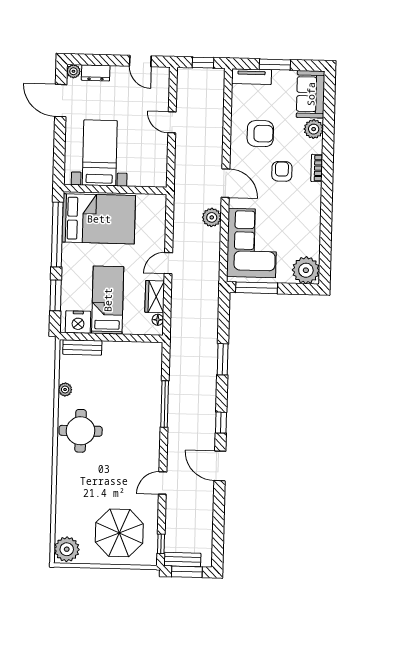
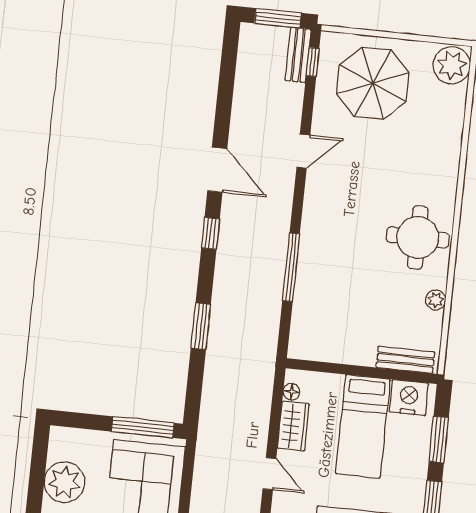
door: (168, 263) -> (269, 474), hinge flipped
plant: (306, 270) -> (64, 482), moved
bench: (182, 560) -> (298, 55), moved, turned 90

